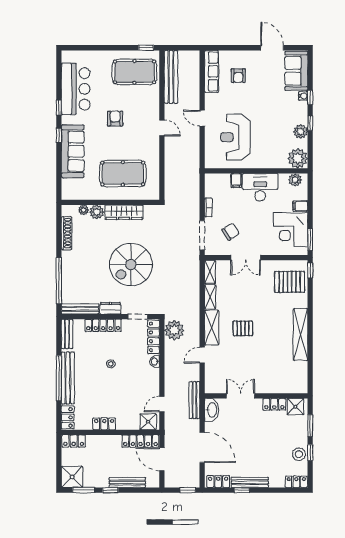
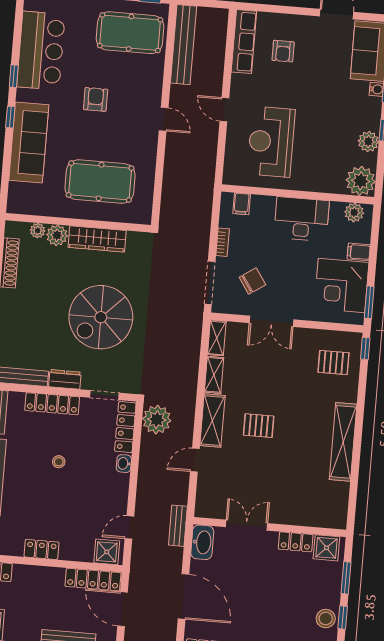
filing cabinet: (236, 180) -> (242, 204), moved
pallet: (290, 282) -> (333, 363), width x0.67, depth x0.71
bench: (194, 400) -> (178, 526), width x0.73

